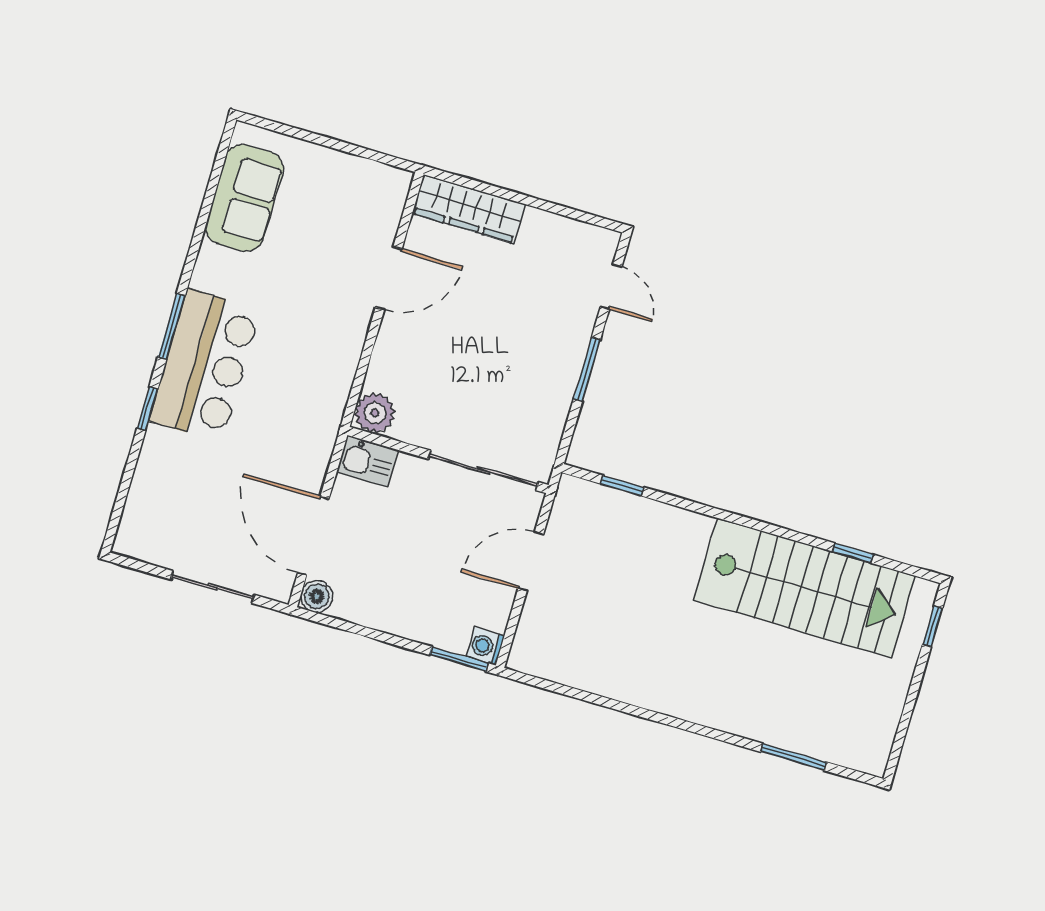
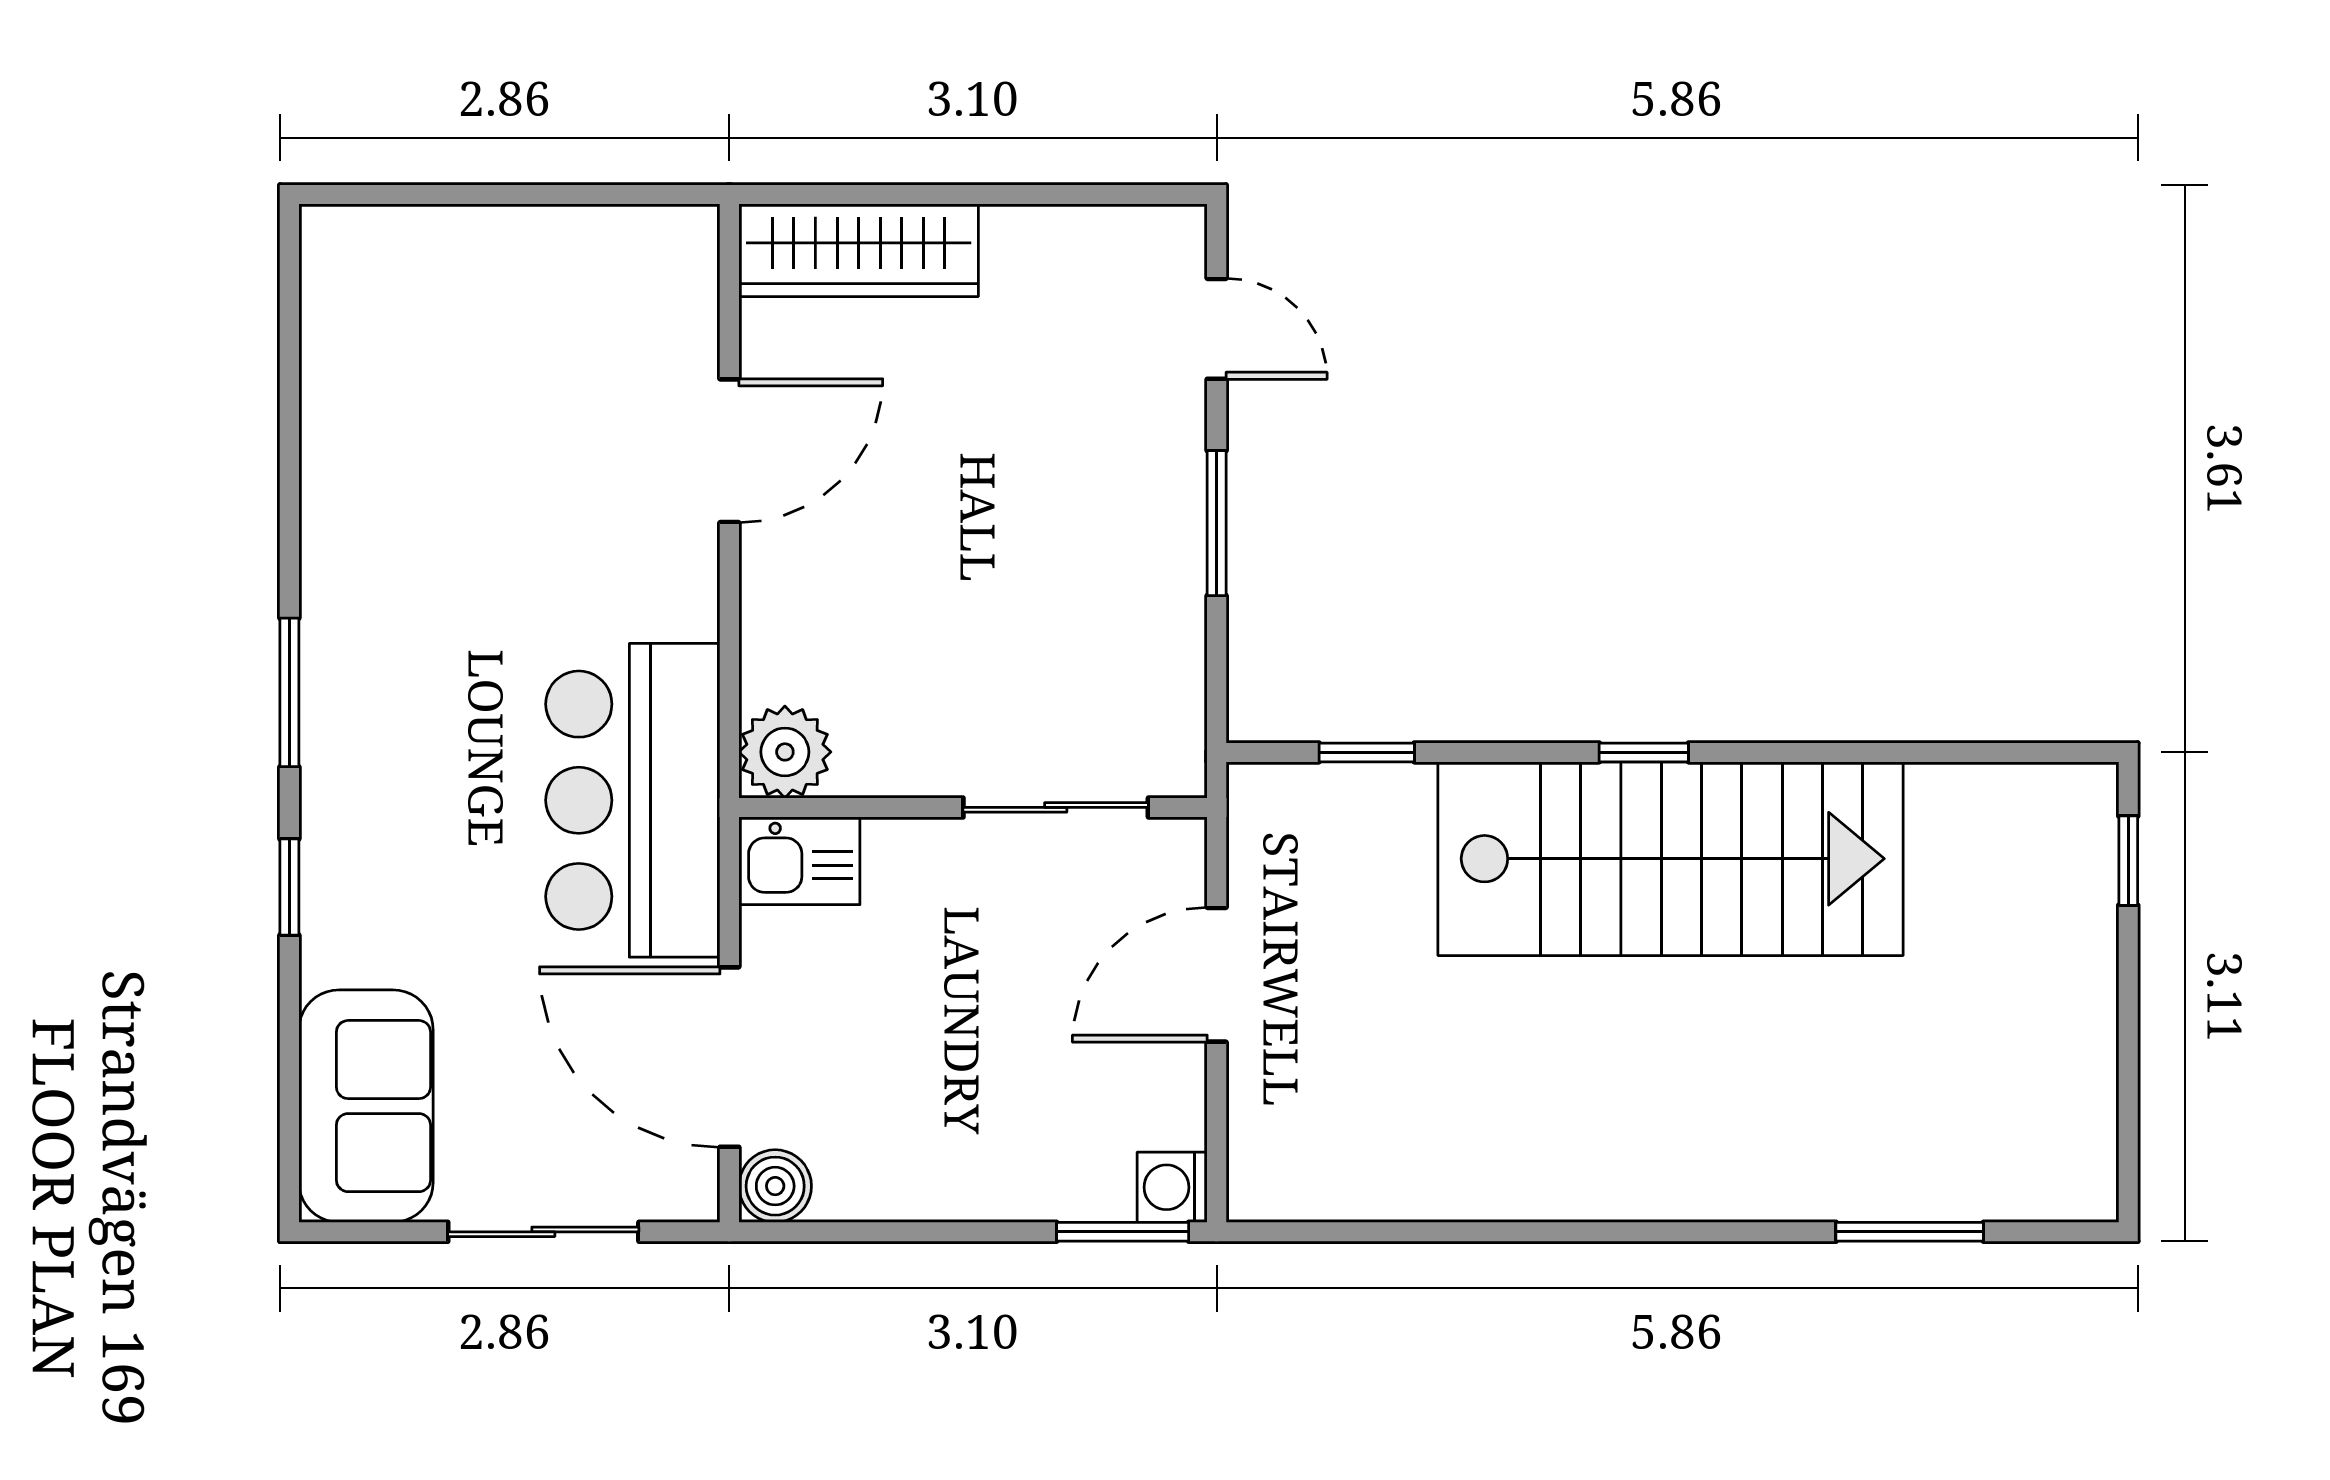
sofa: (244, 198) -> (366, 1106), moved
bar counter: (205, 365) -> (633, 800), moved, turned 180
sliding door: (483, 470) -> (1056, 807), width x0.73
window: (853, 553) -> (1644, 752), moved
stairs: (805, 588) -> (1671, 859), moved

